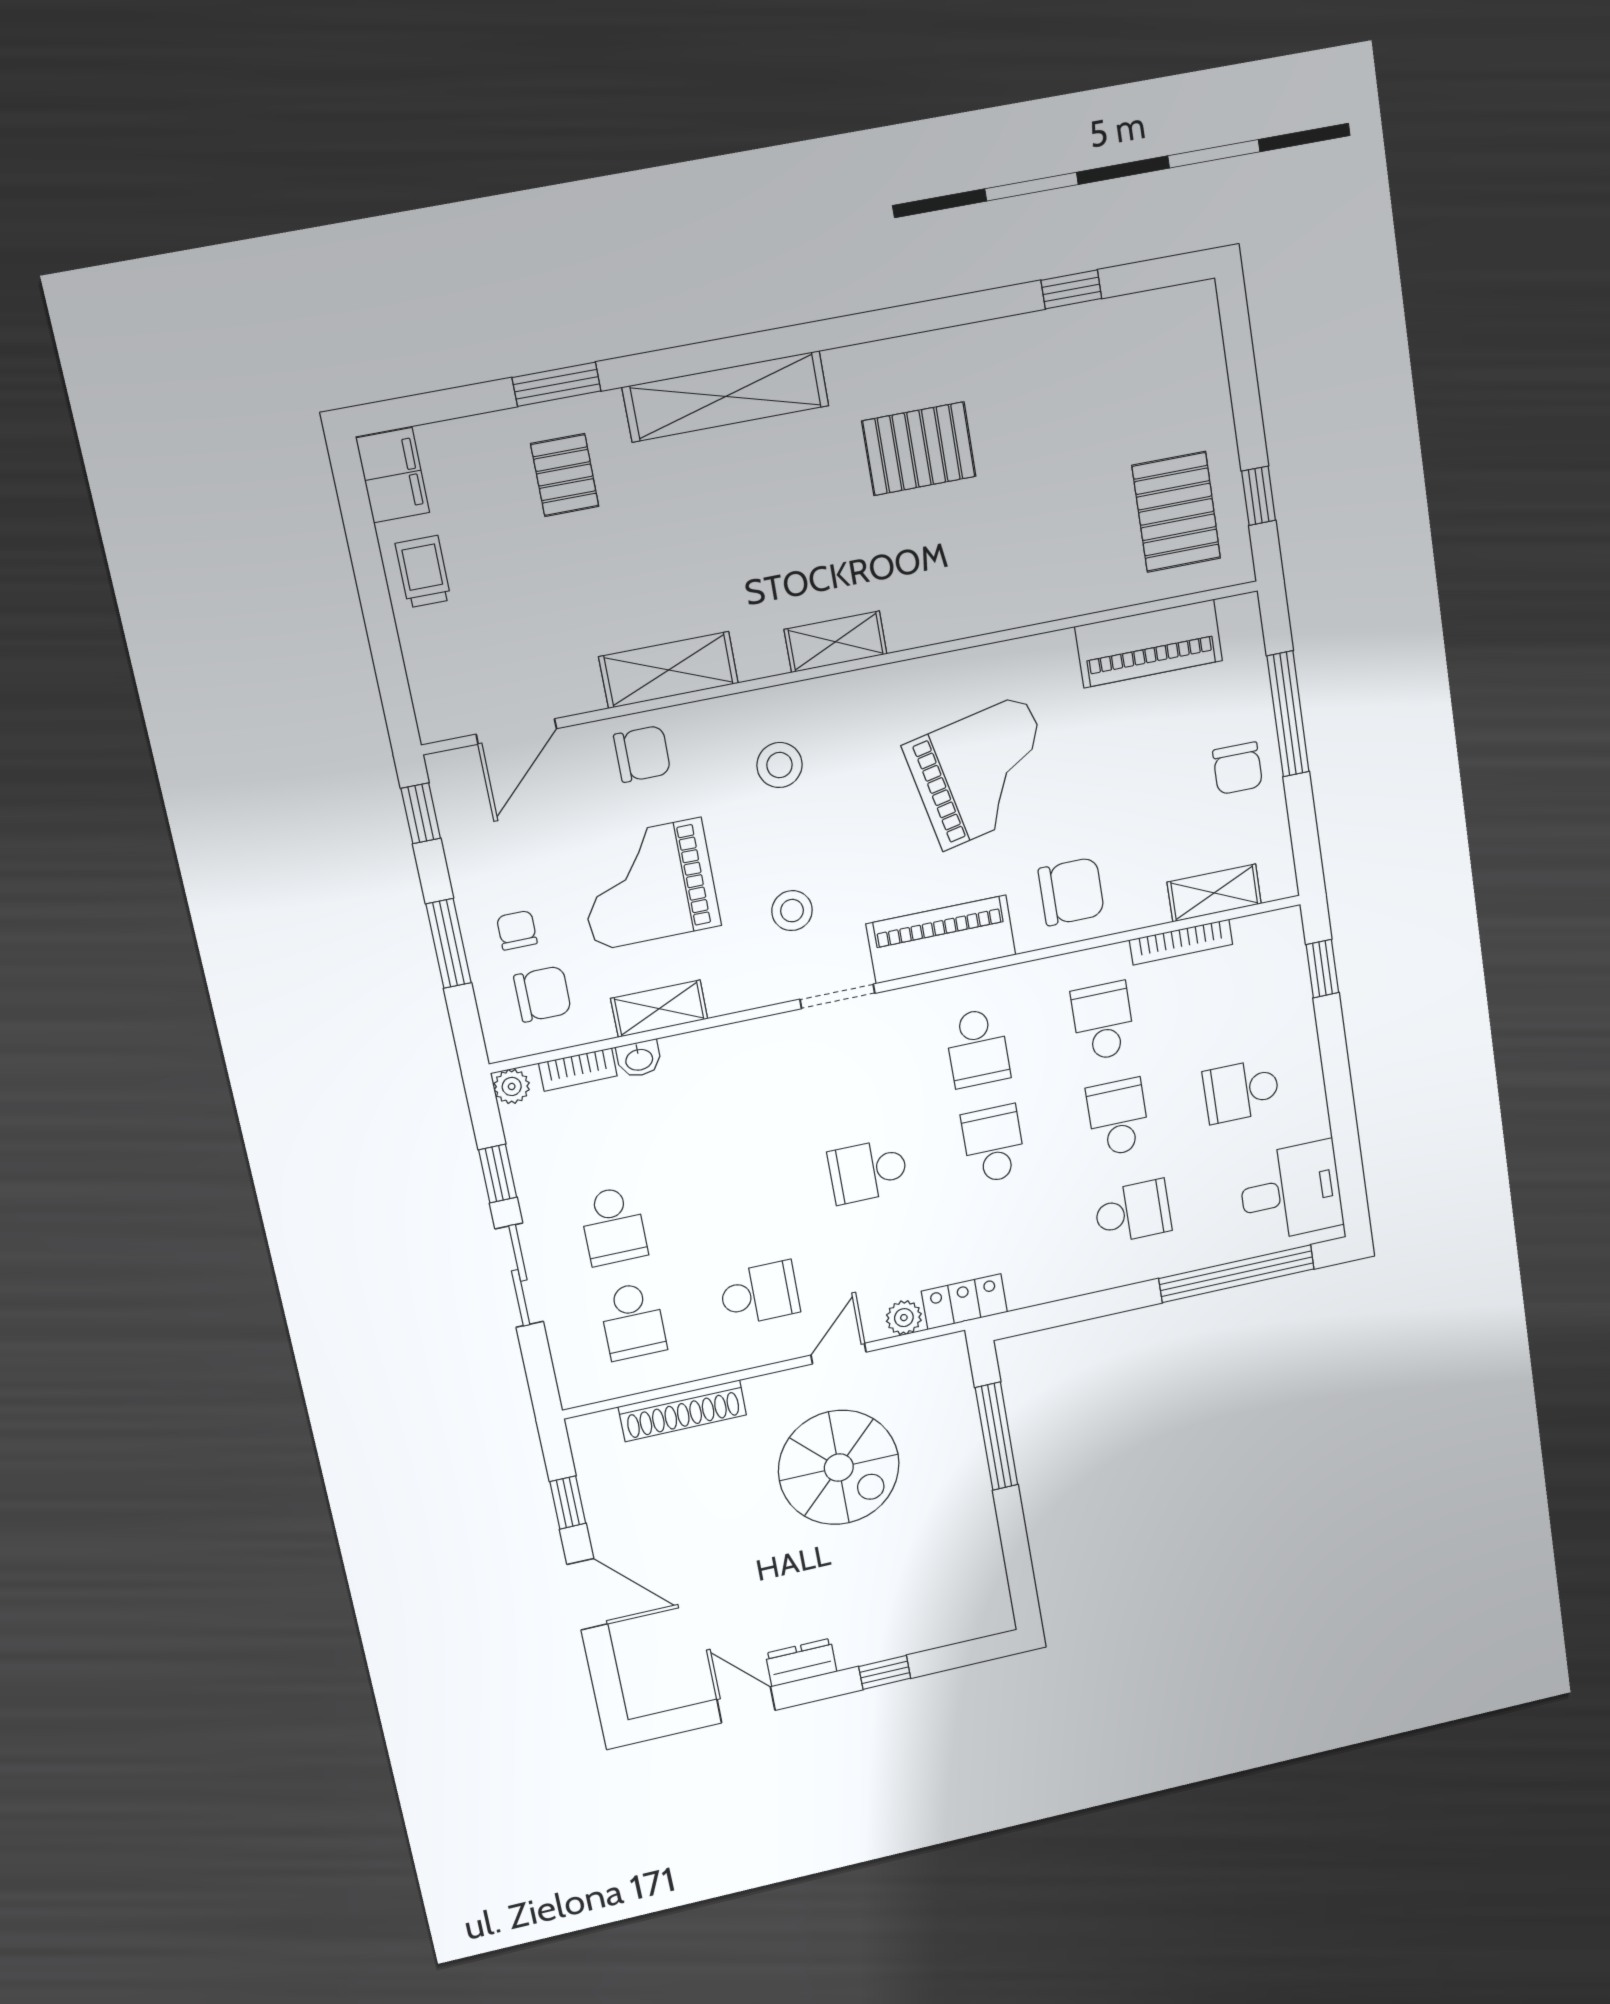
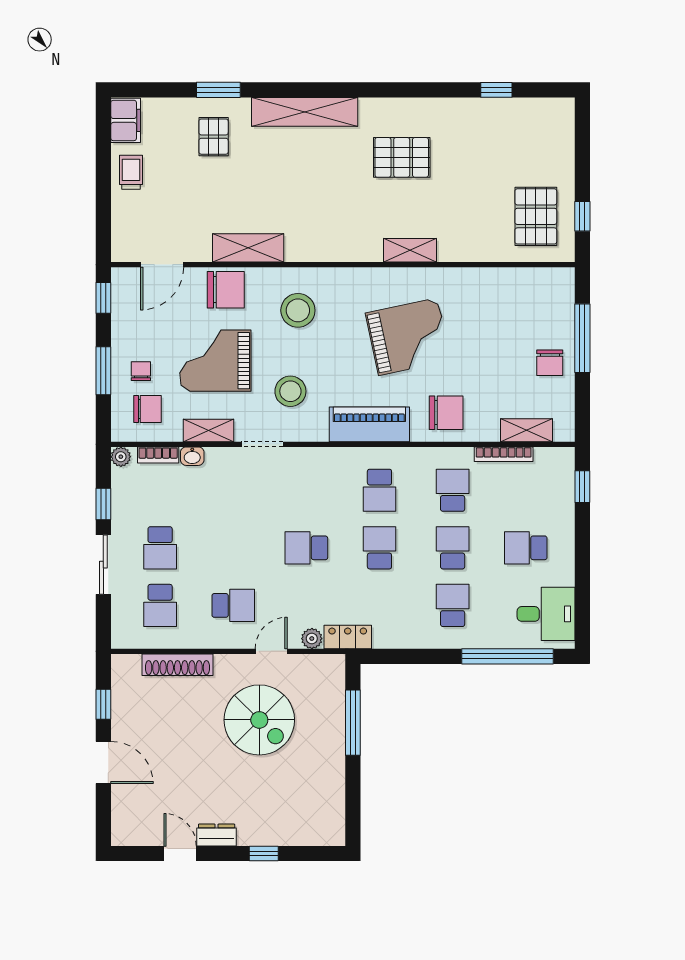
shelving: (836, 642) -> (410, 250), moved
piano: (1149, 644) -> (510, 284), removed
chair: (642, 754) -> (226, 290), width x1.37, depth x1.37
stool: (779, 765) -> (298, 310), width x1.38, depth x1.38
stool: (792, 911) -> (290, 391), width x1.38, depth x1.38
doorway: (837, 996) -> (262, 444), moved
school desk: (1133, 1212) -> (453, 605), turned -90

